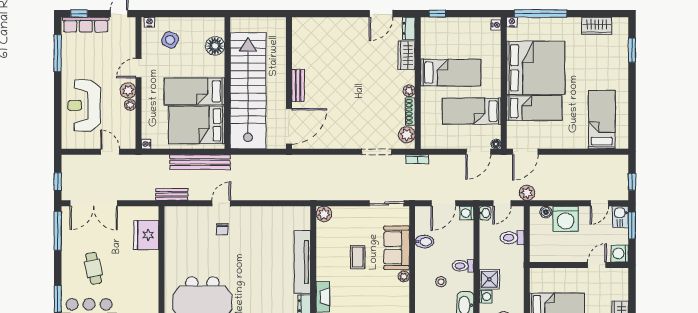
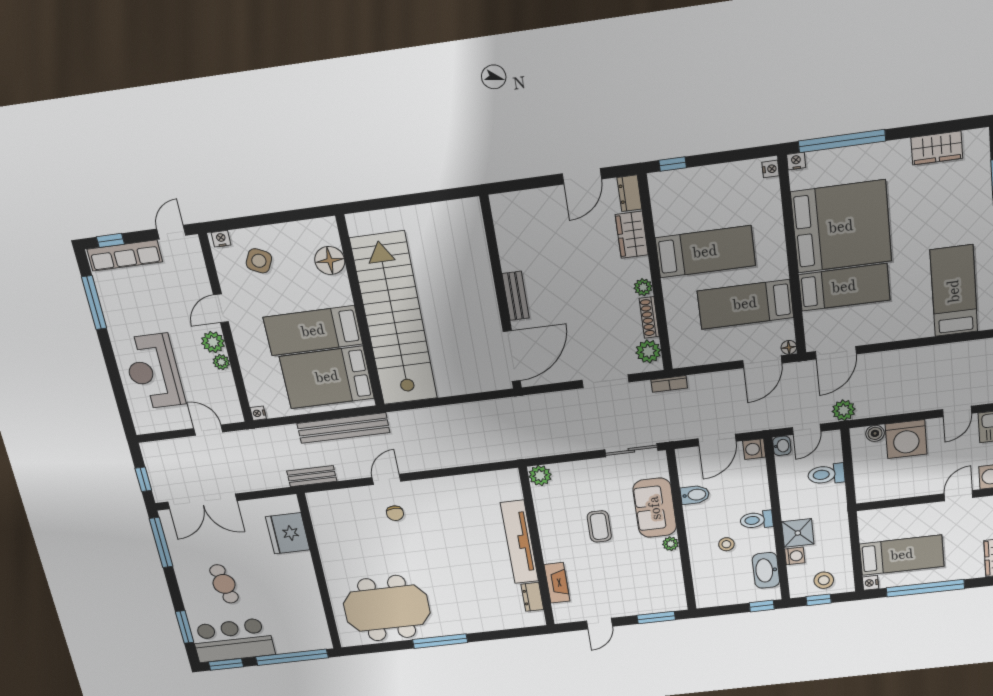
wall: (289, 83) -> (501, 294), moved
bench: (298, 86) -> (516, 296), moved
door: (289, 126) -> (512, 356), moved

